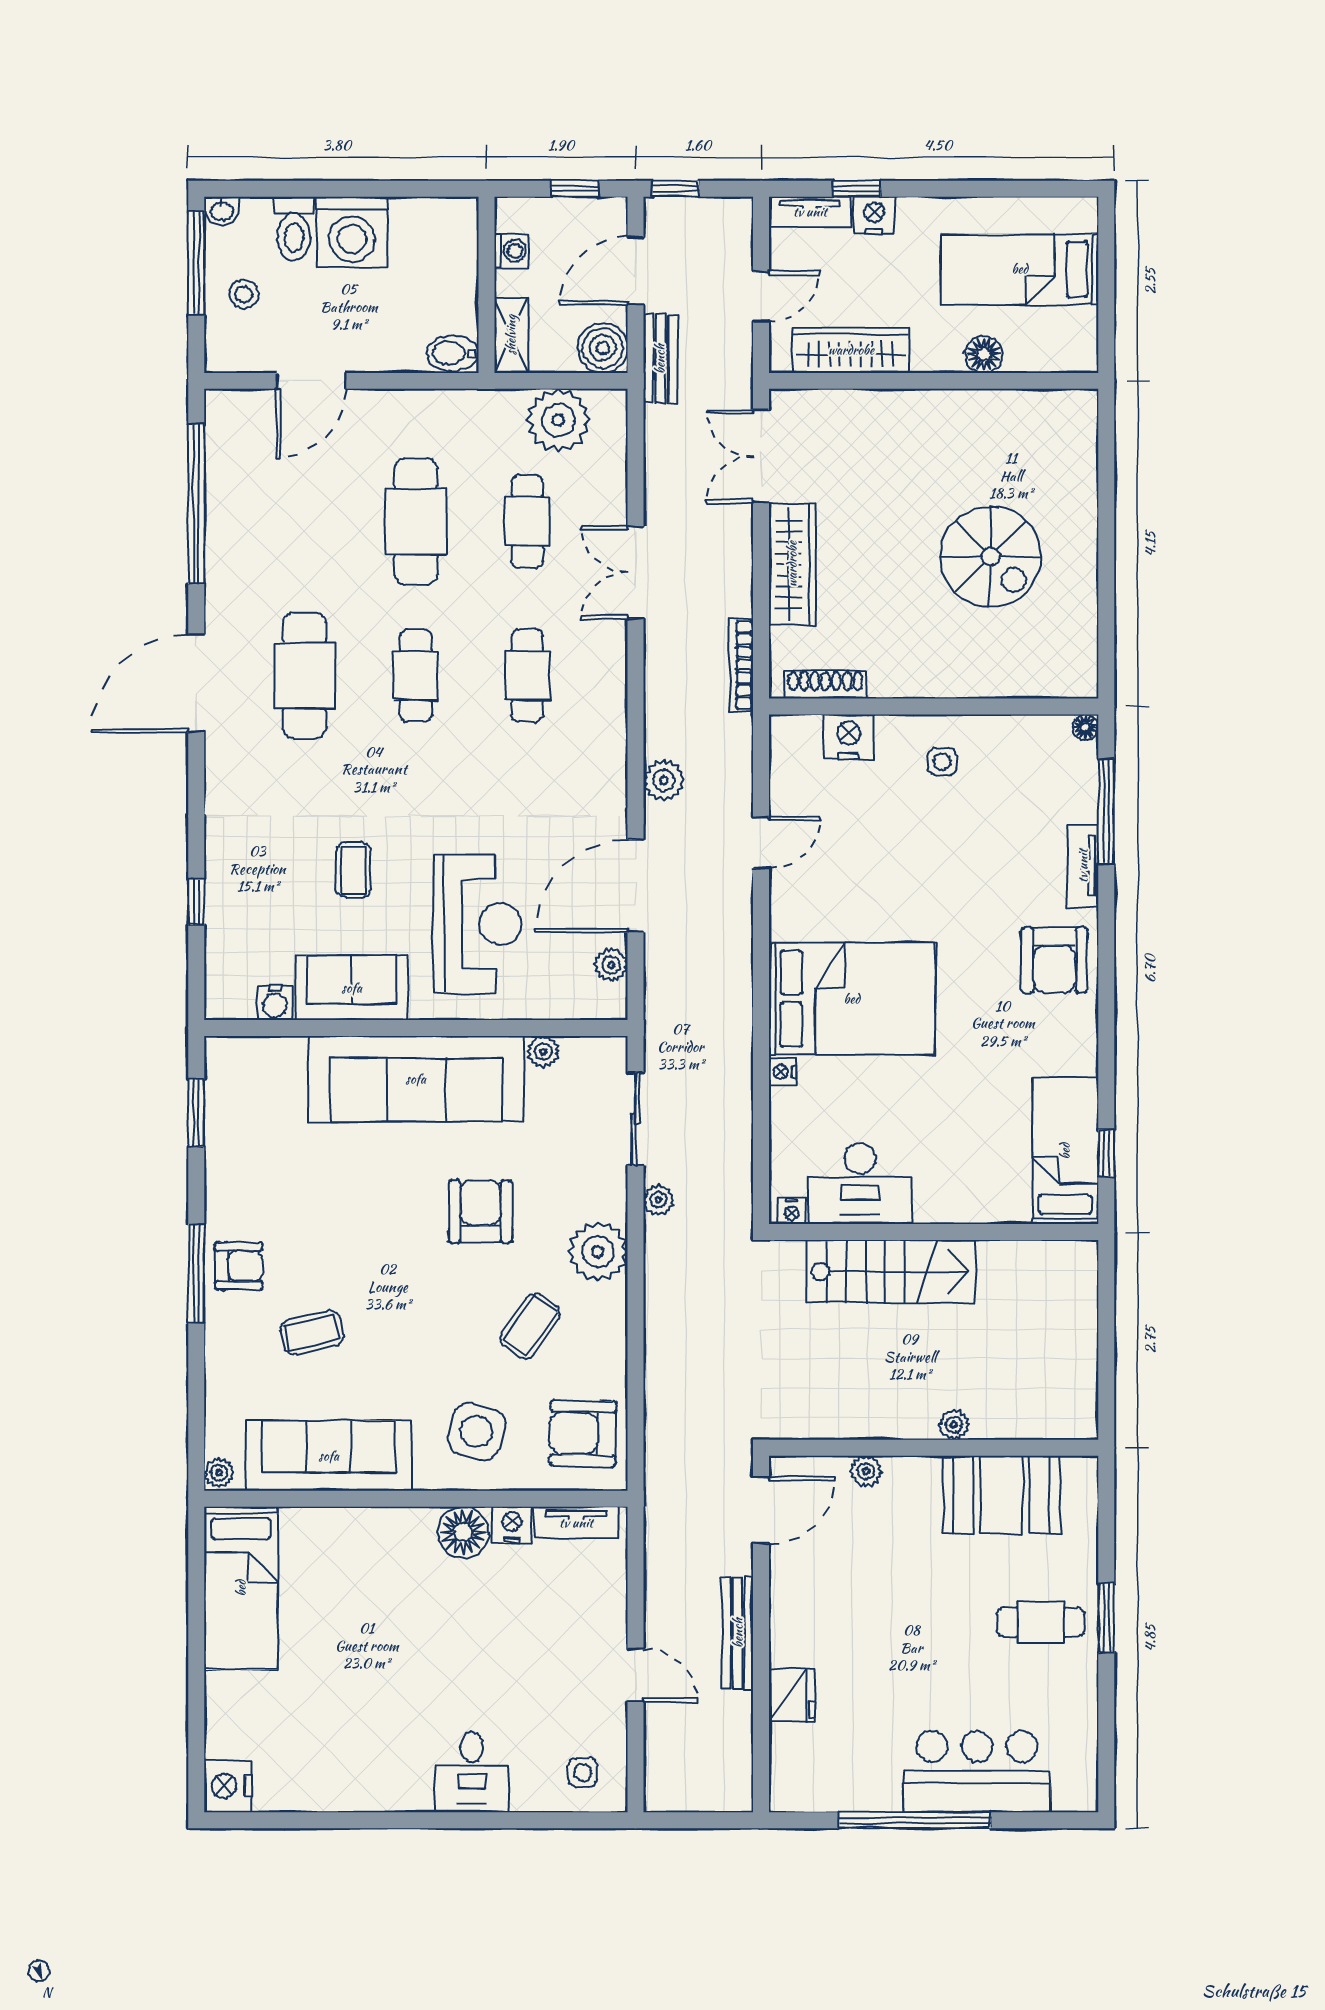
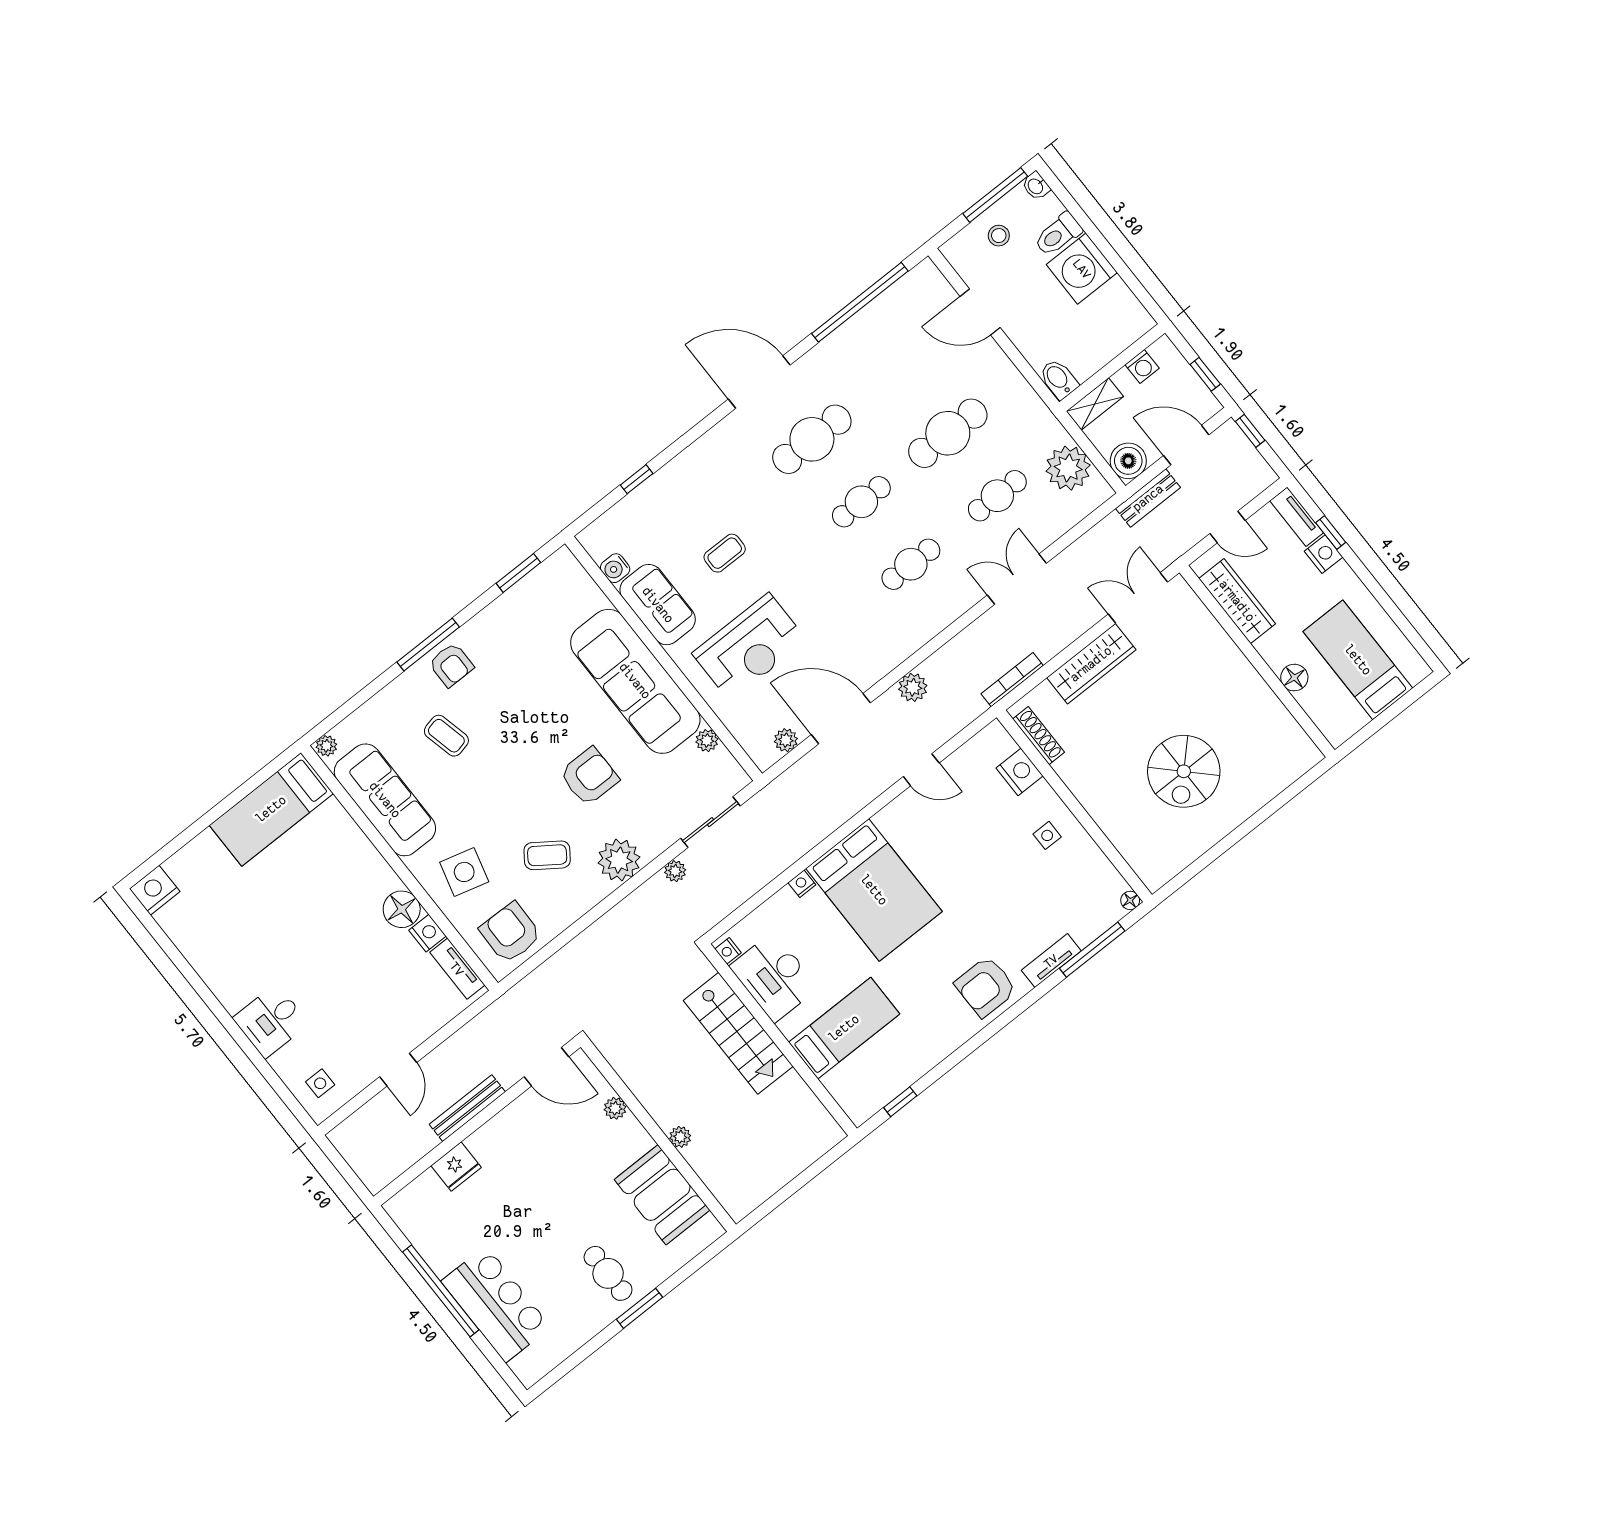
bed: (1065, 1151) -> (844, 1028), moved

